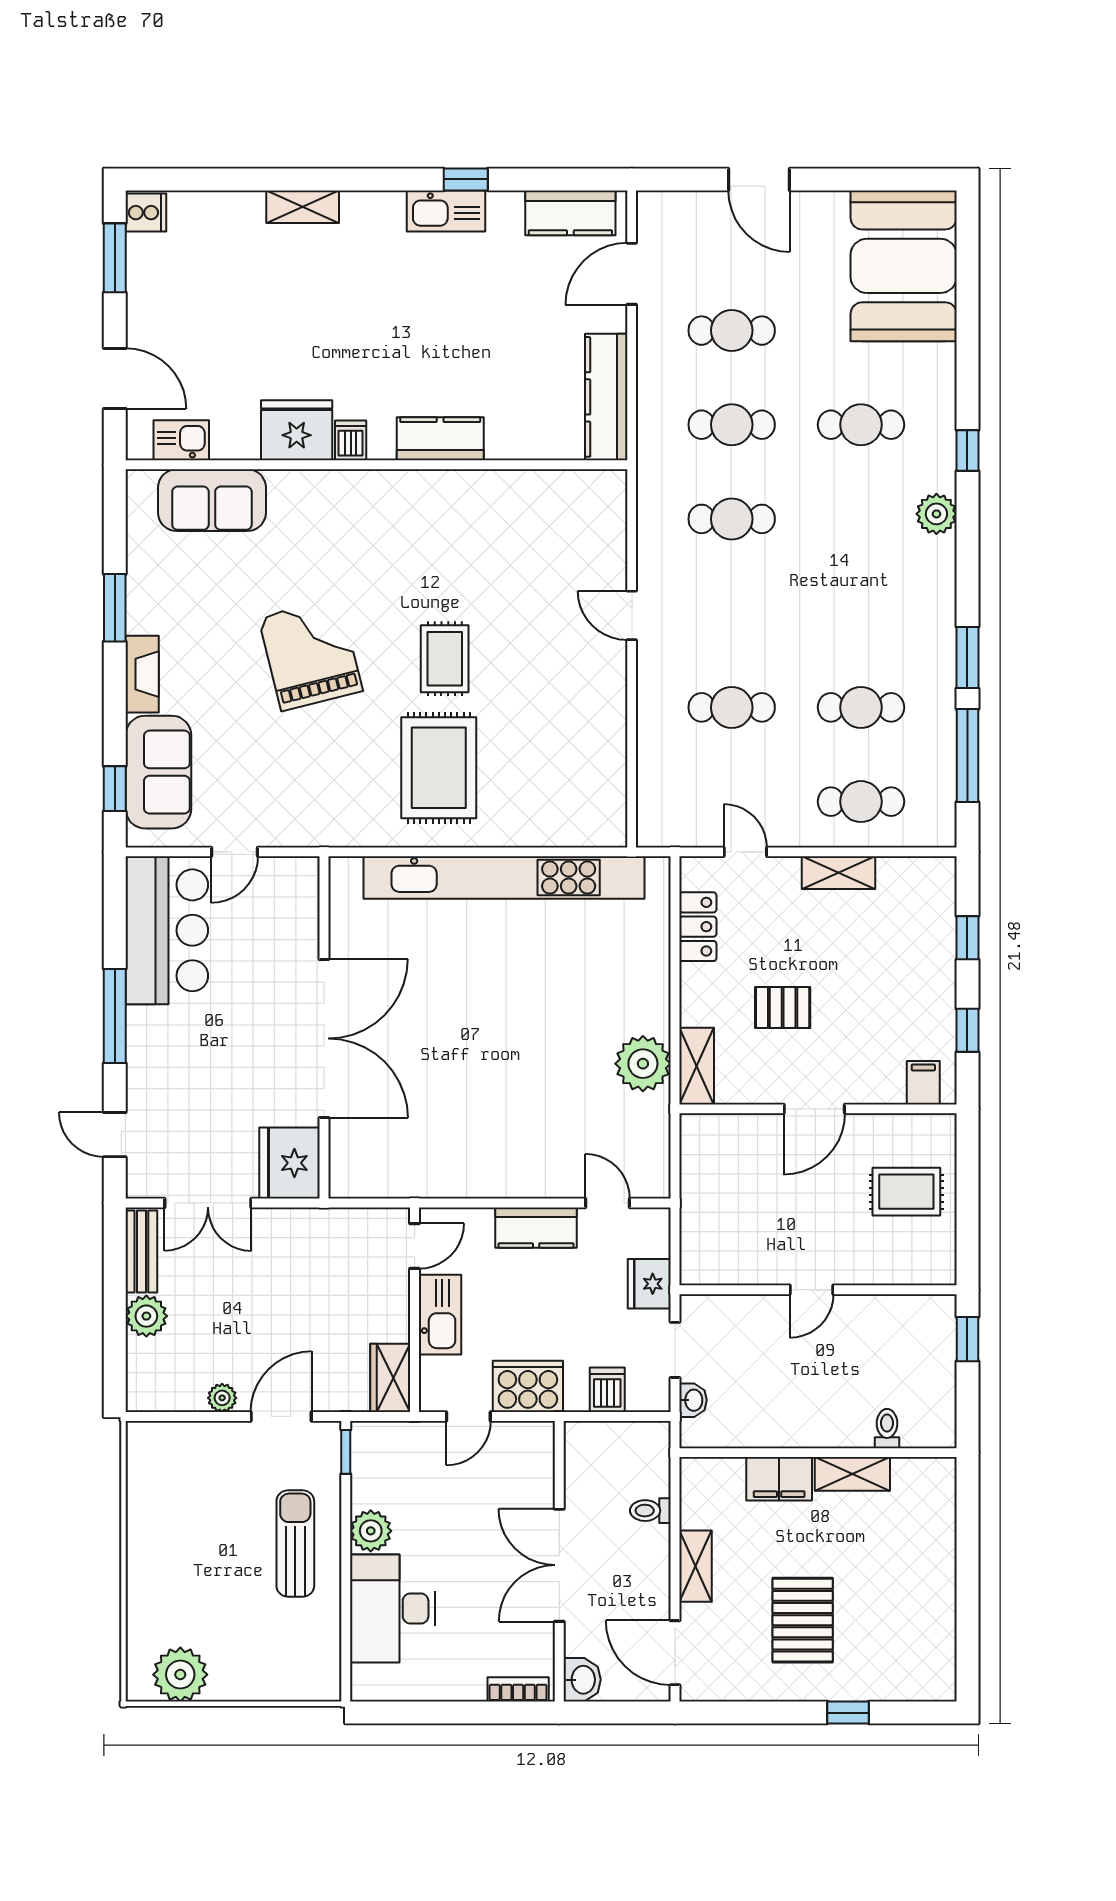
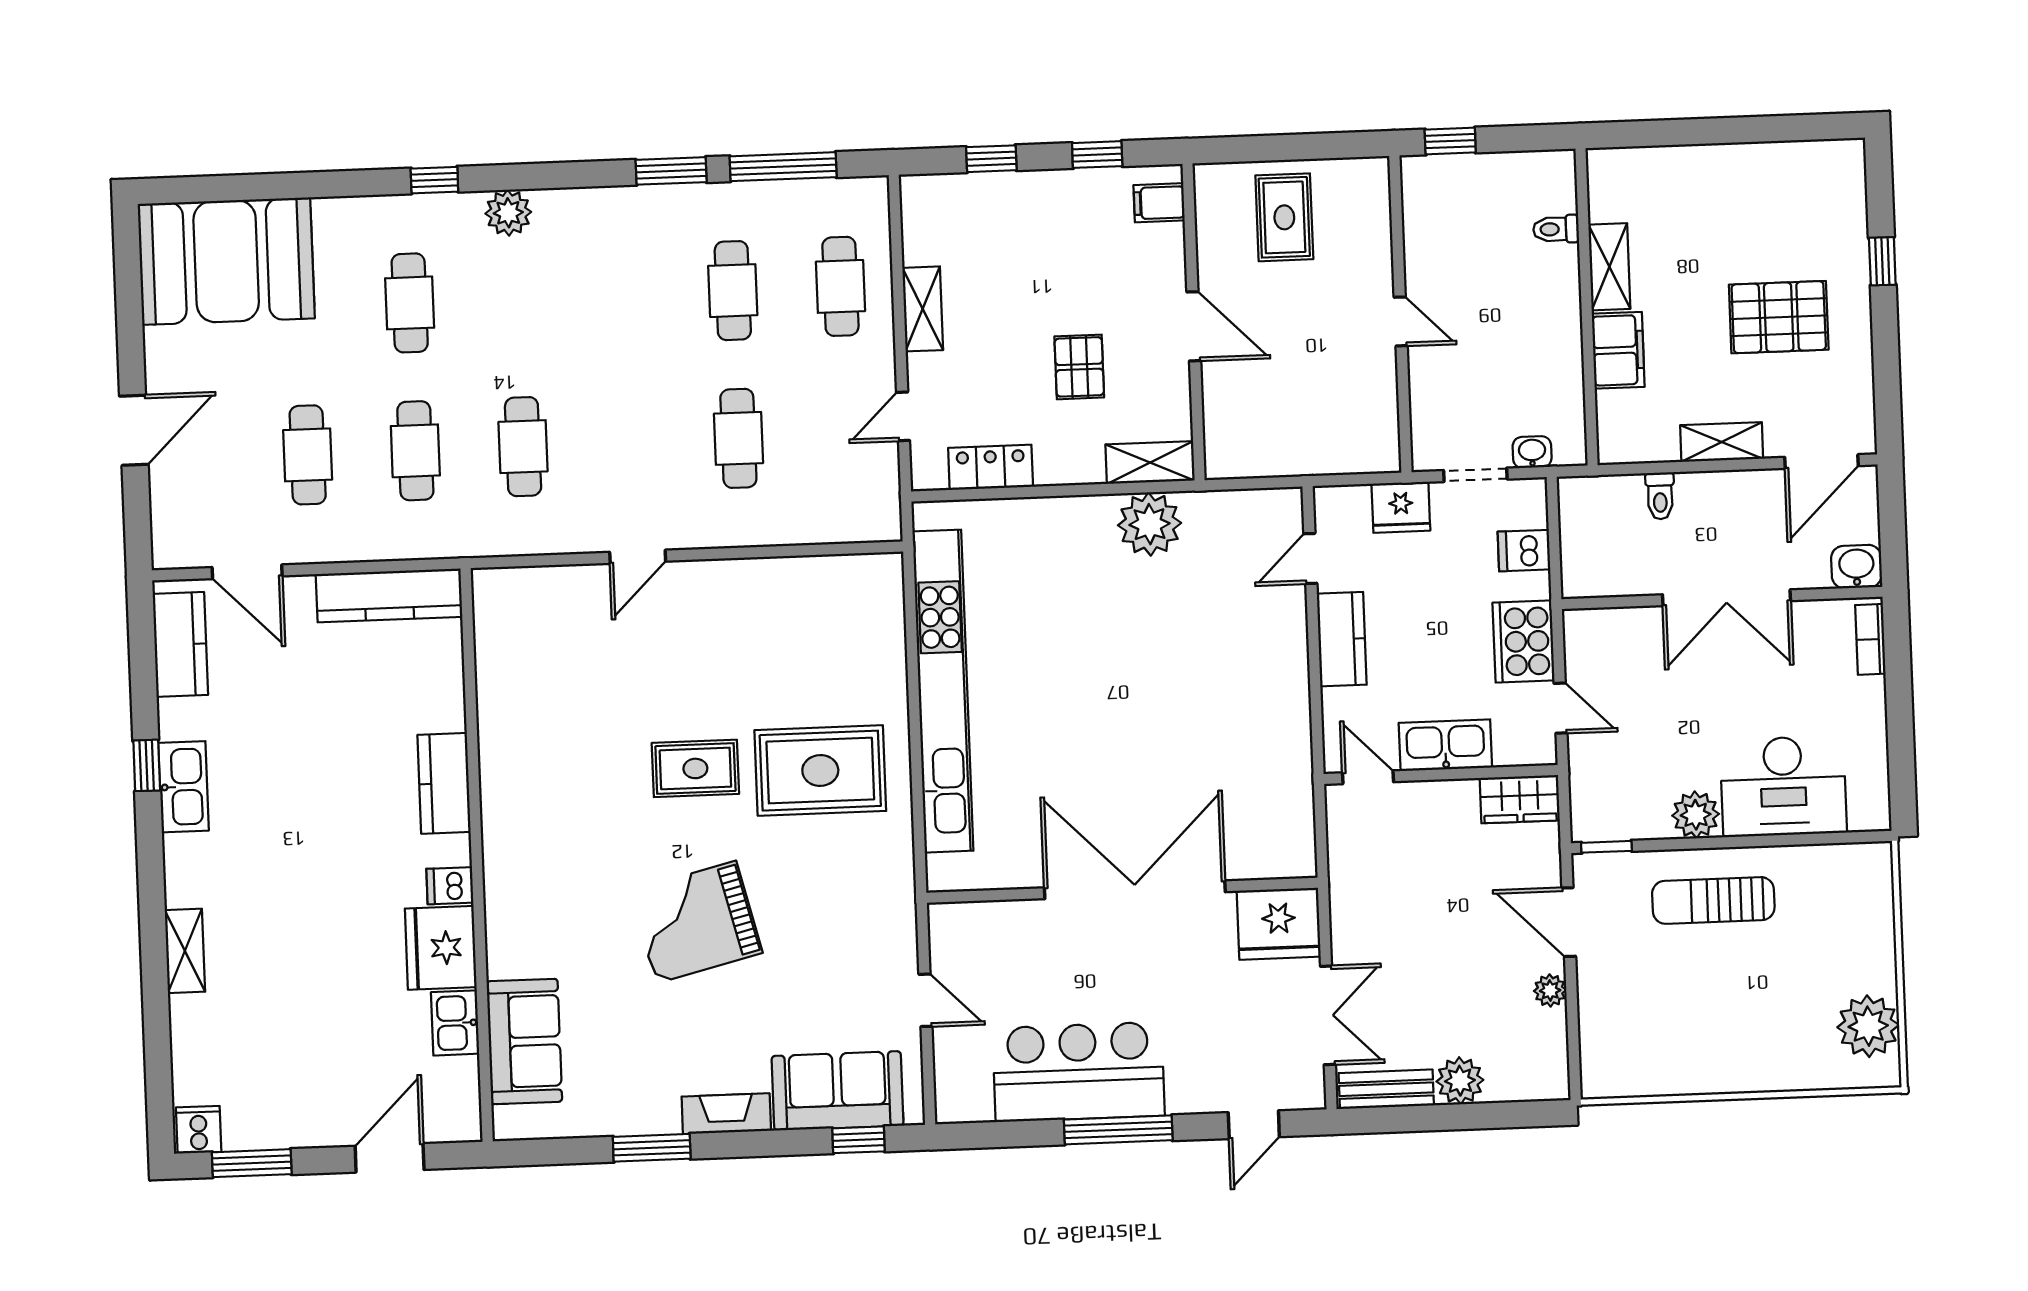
kitchen sink: (181, 440) -> (455, 1023), moved
bar counter: (167, 930) -> (1079, 1072), moved

